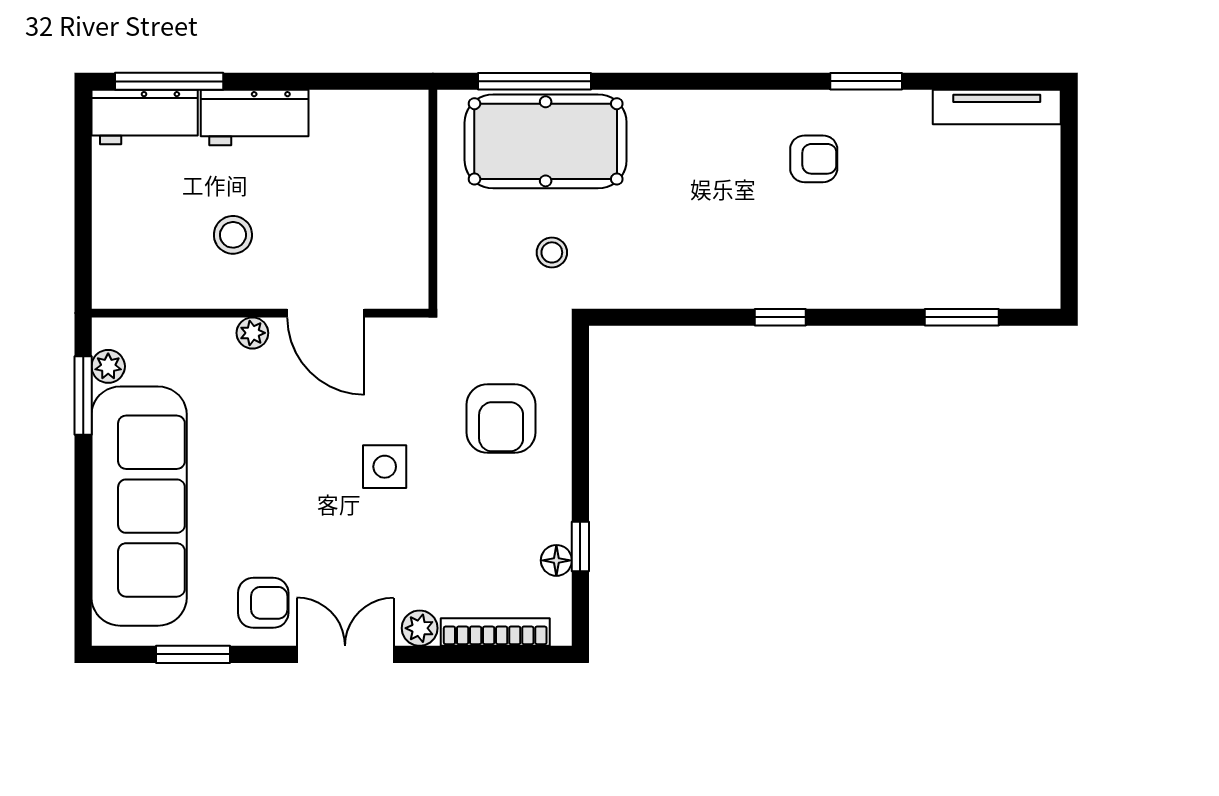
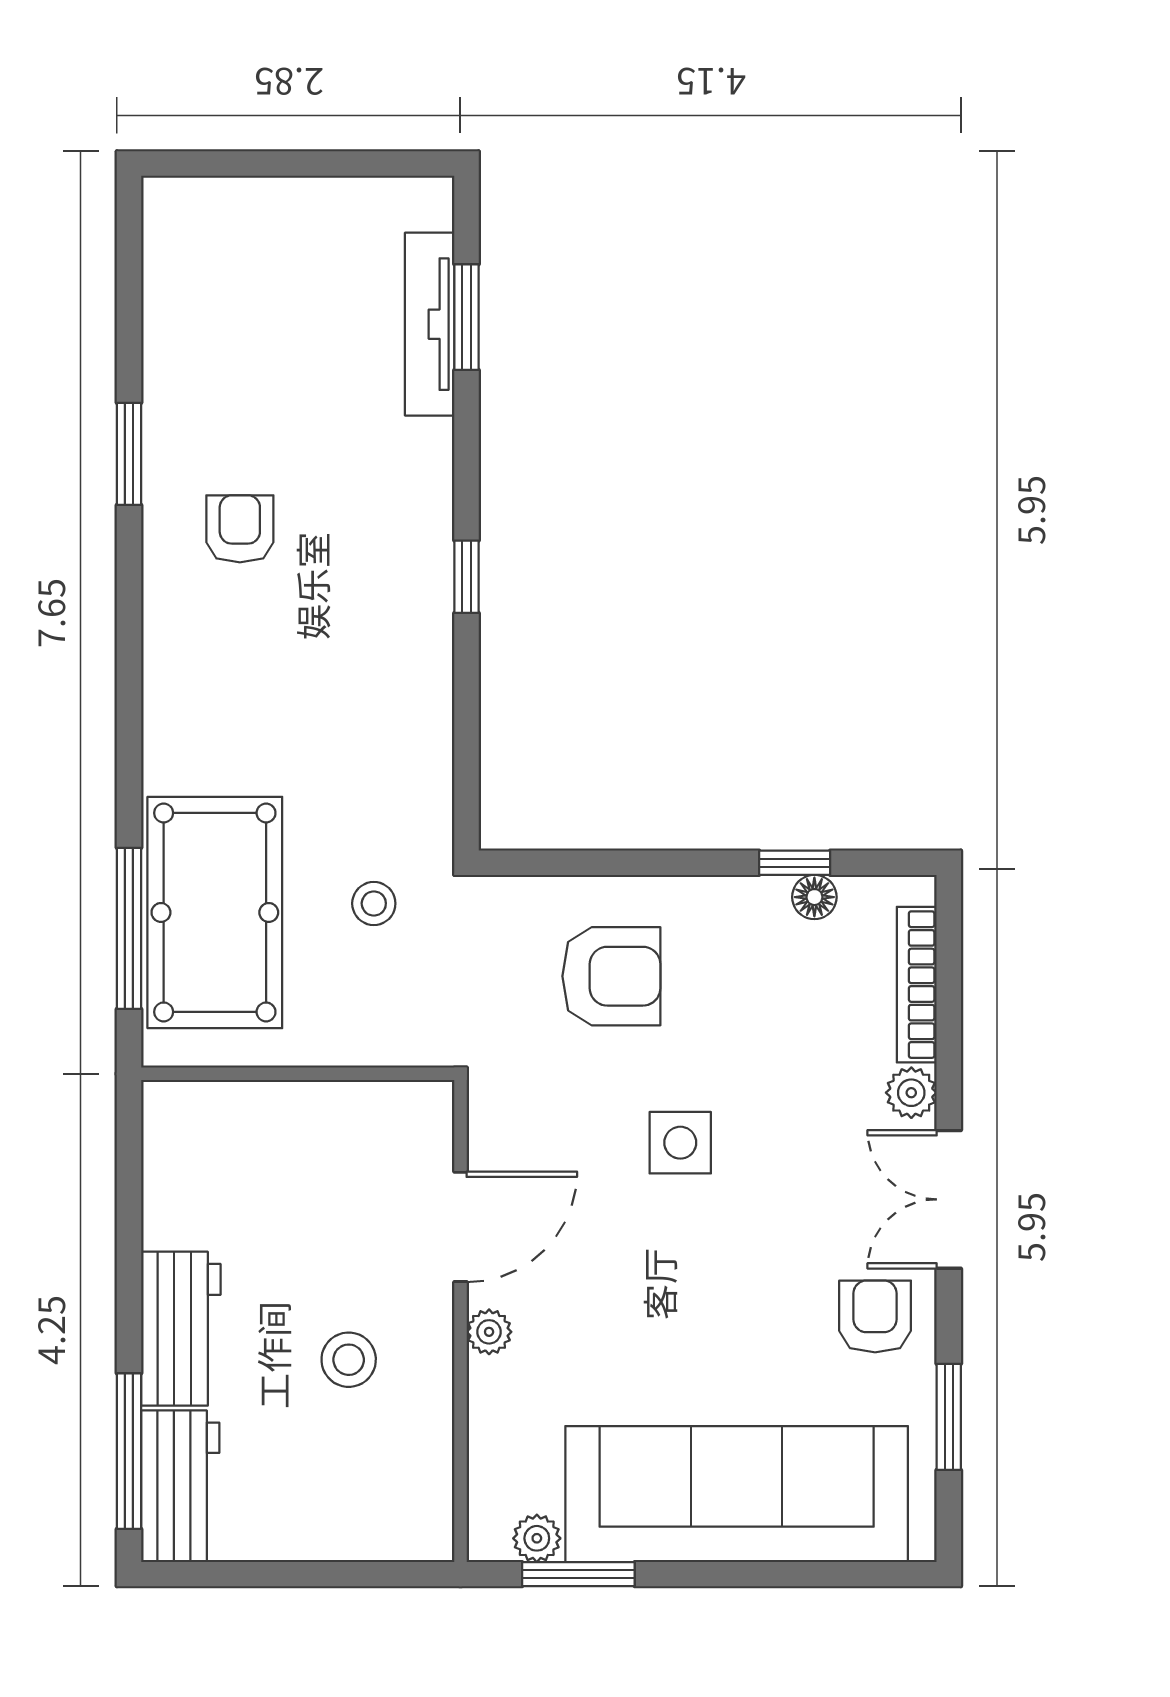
tv unit: (997, 107) -> (430, 324), moved, turned 180

